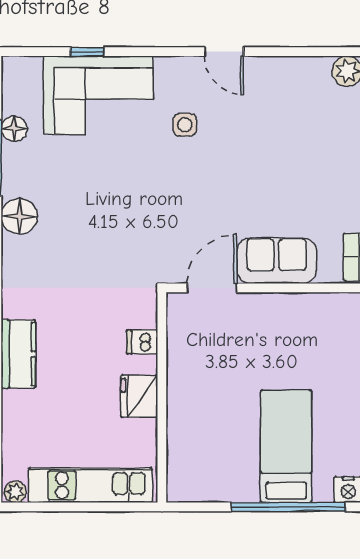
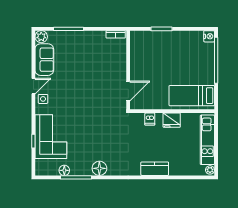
side table: (185, 125) -> (43, 99), moved
sofa: (276, 261) -> (44, 60), moved, turned 180
door: (212, 288) -> (128, 91), swing flipped
bed: (286, 446) -> (192, 96), moved

